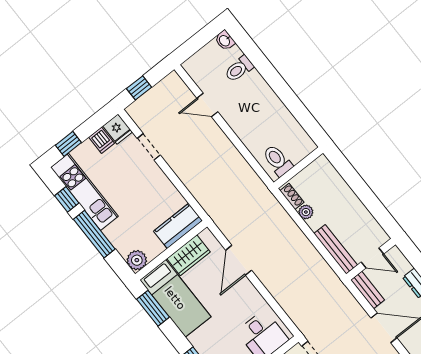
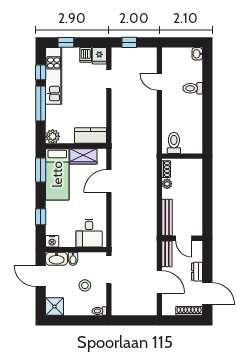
toilet: (239, 69) -> (193, 88), moved

